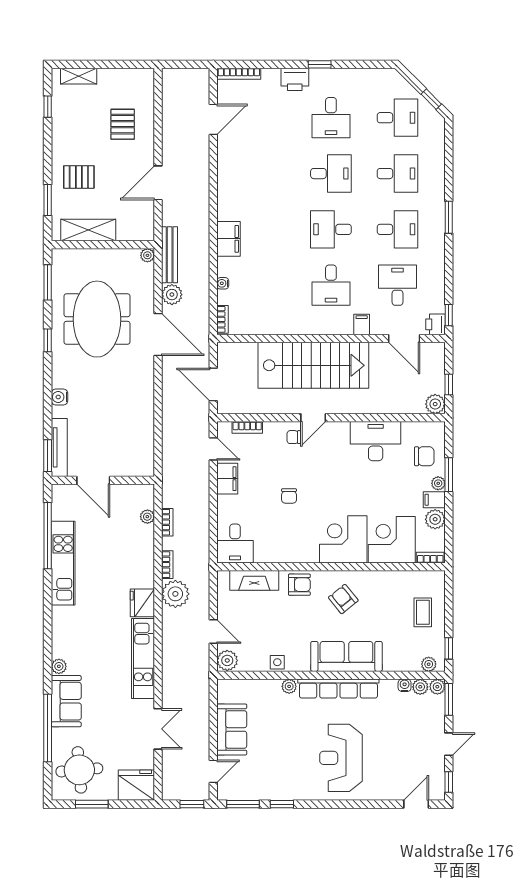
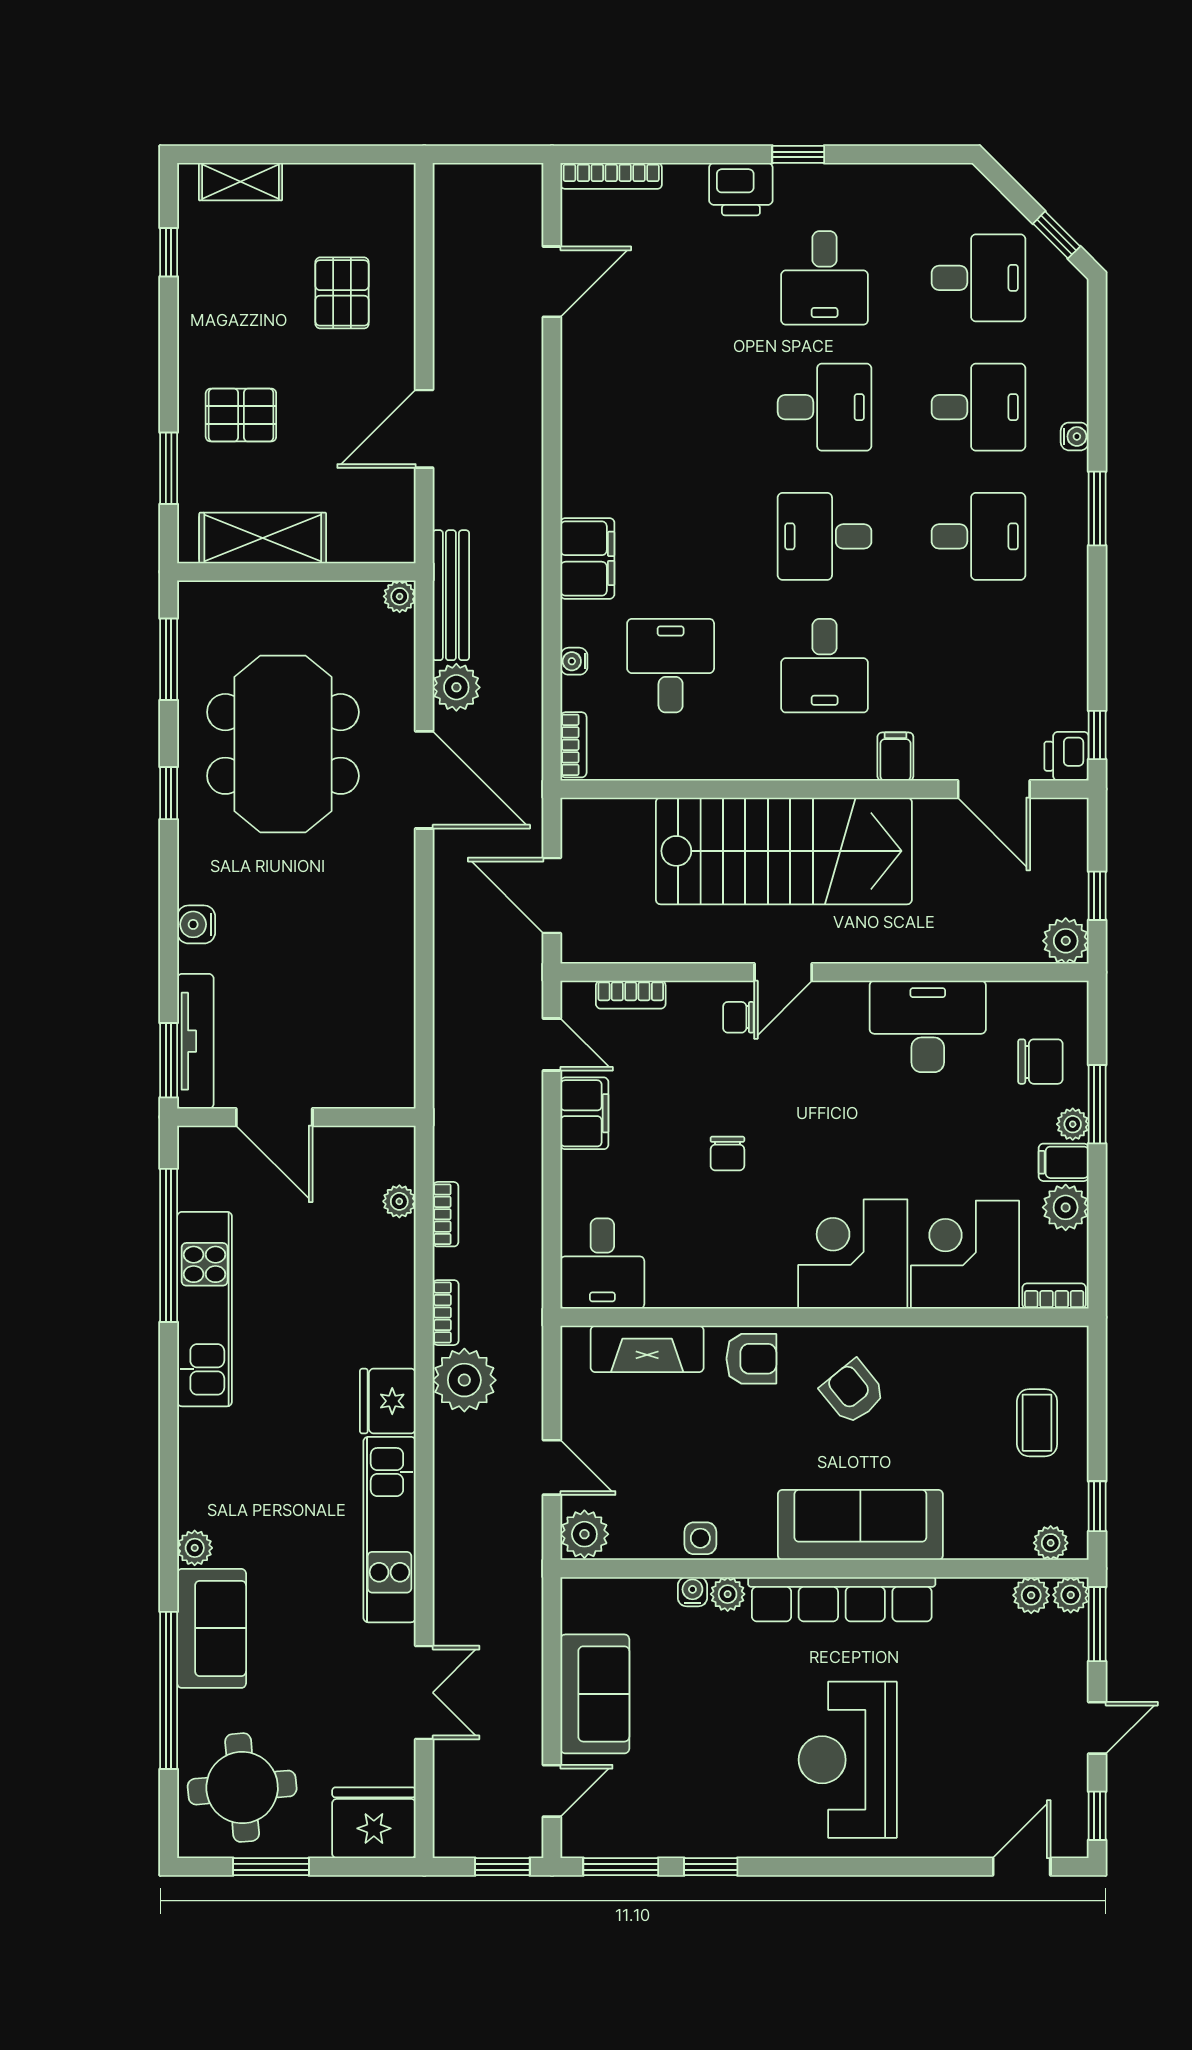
water cooler: (439, 186) -> (1075, 436), added
desk: (397, 285) -> (671, 666), moved
water cooler: (405, 685) -> (692, 1592), moved

